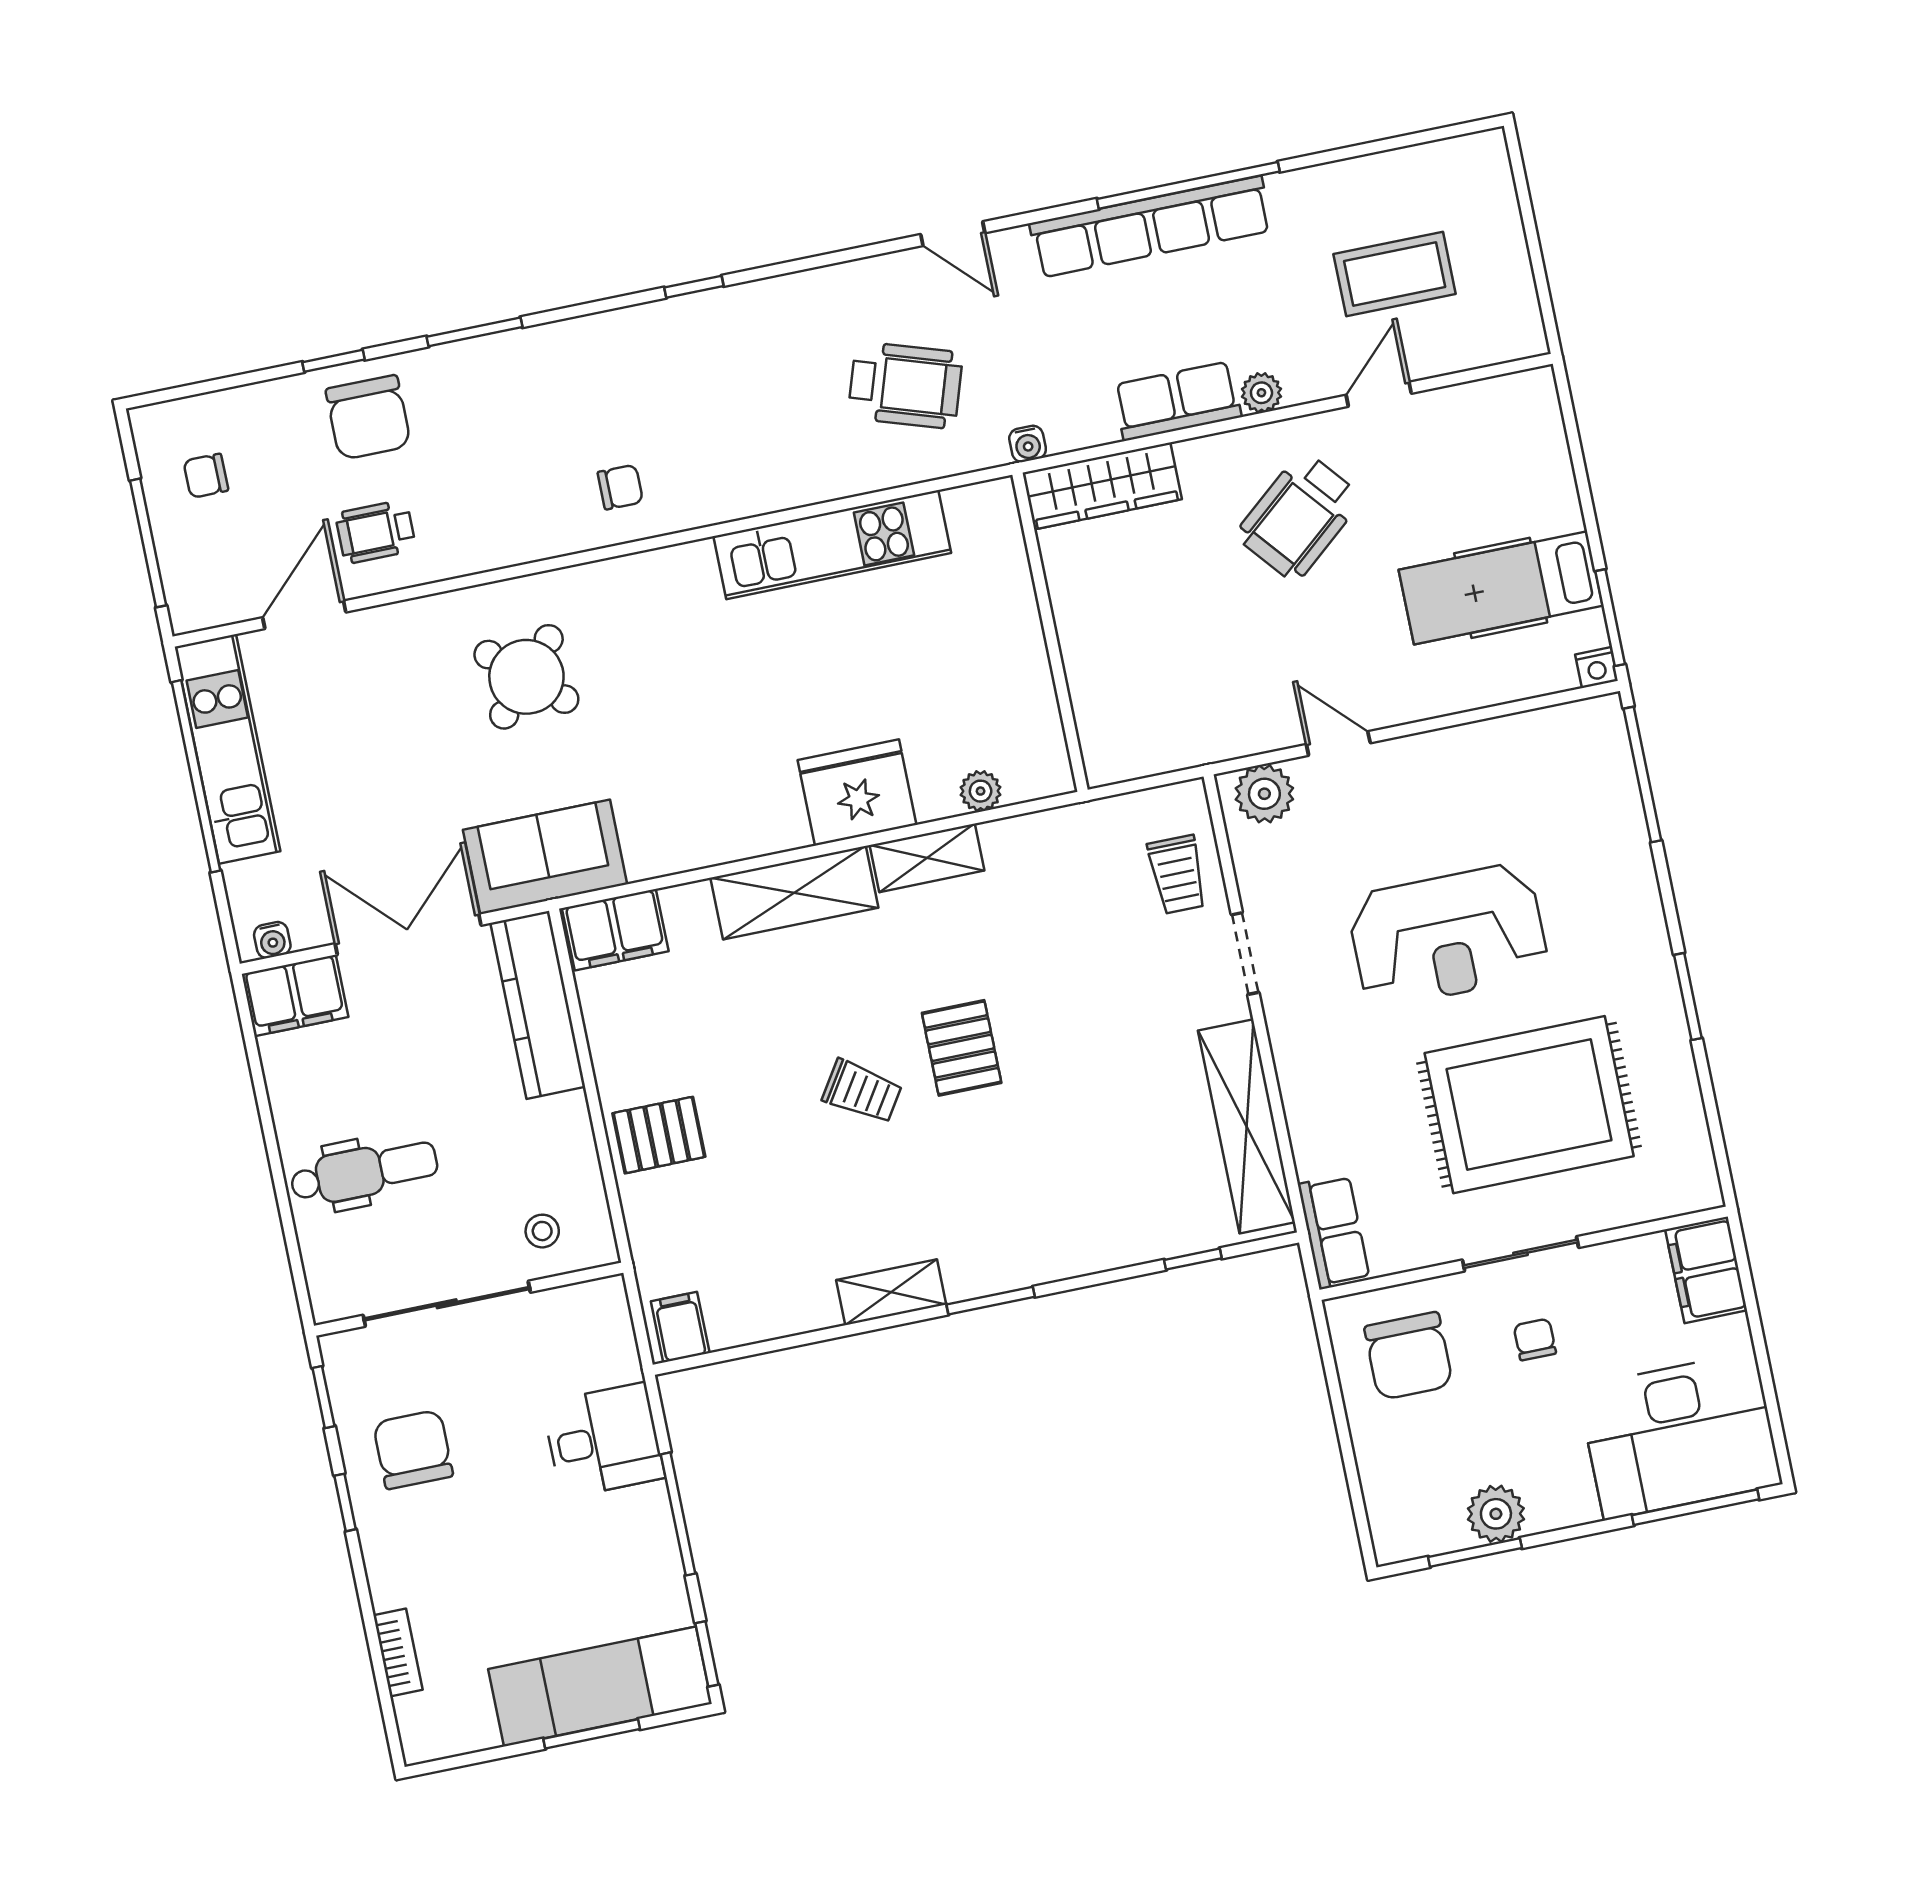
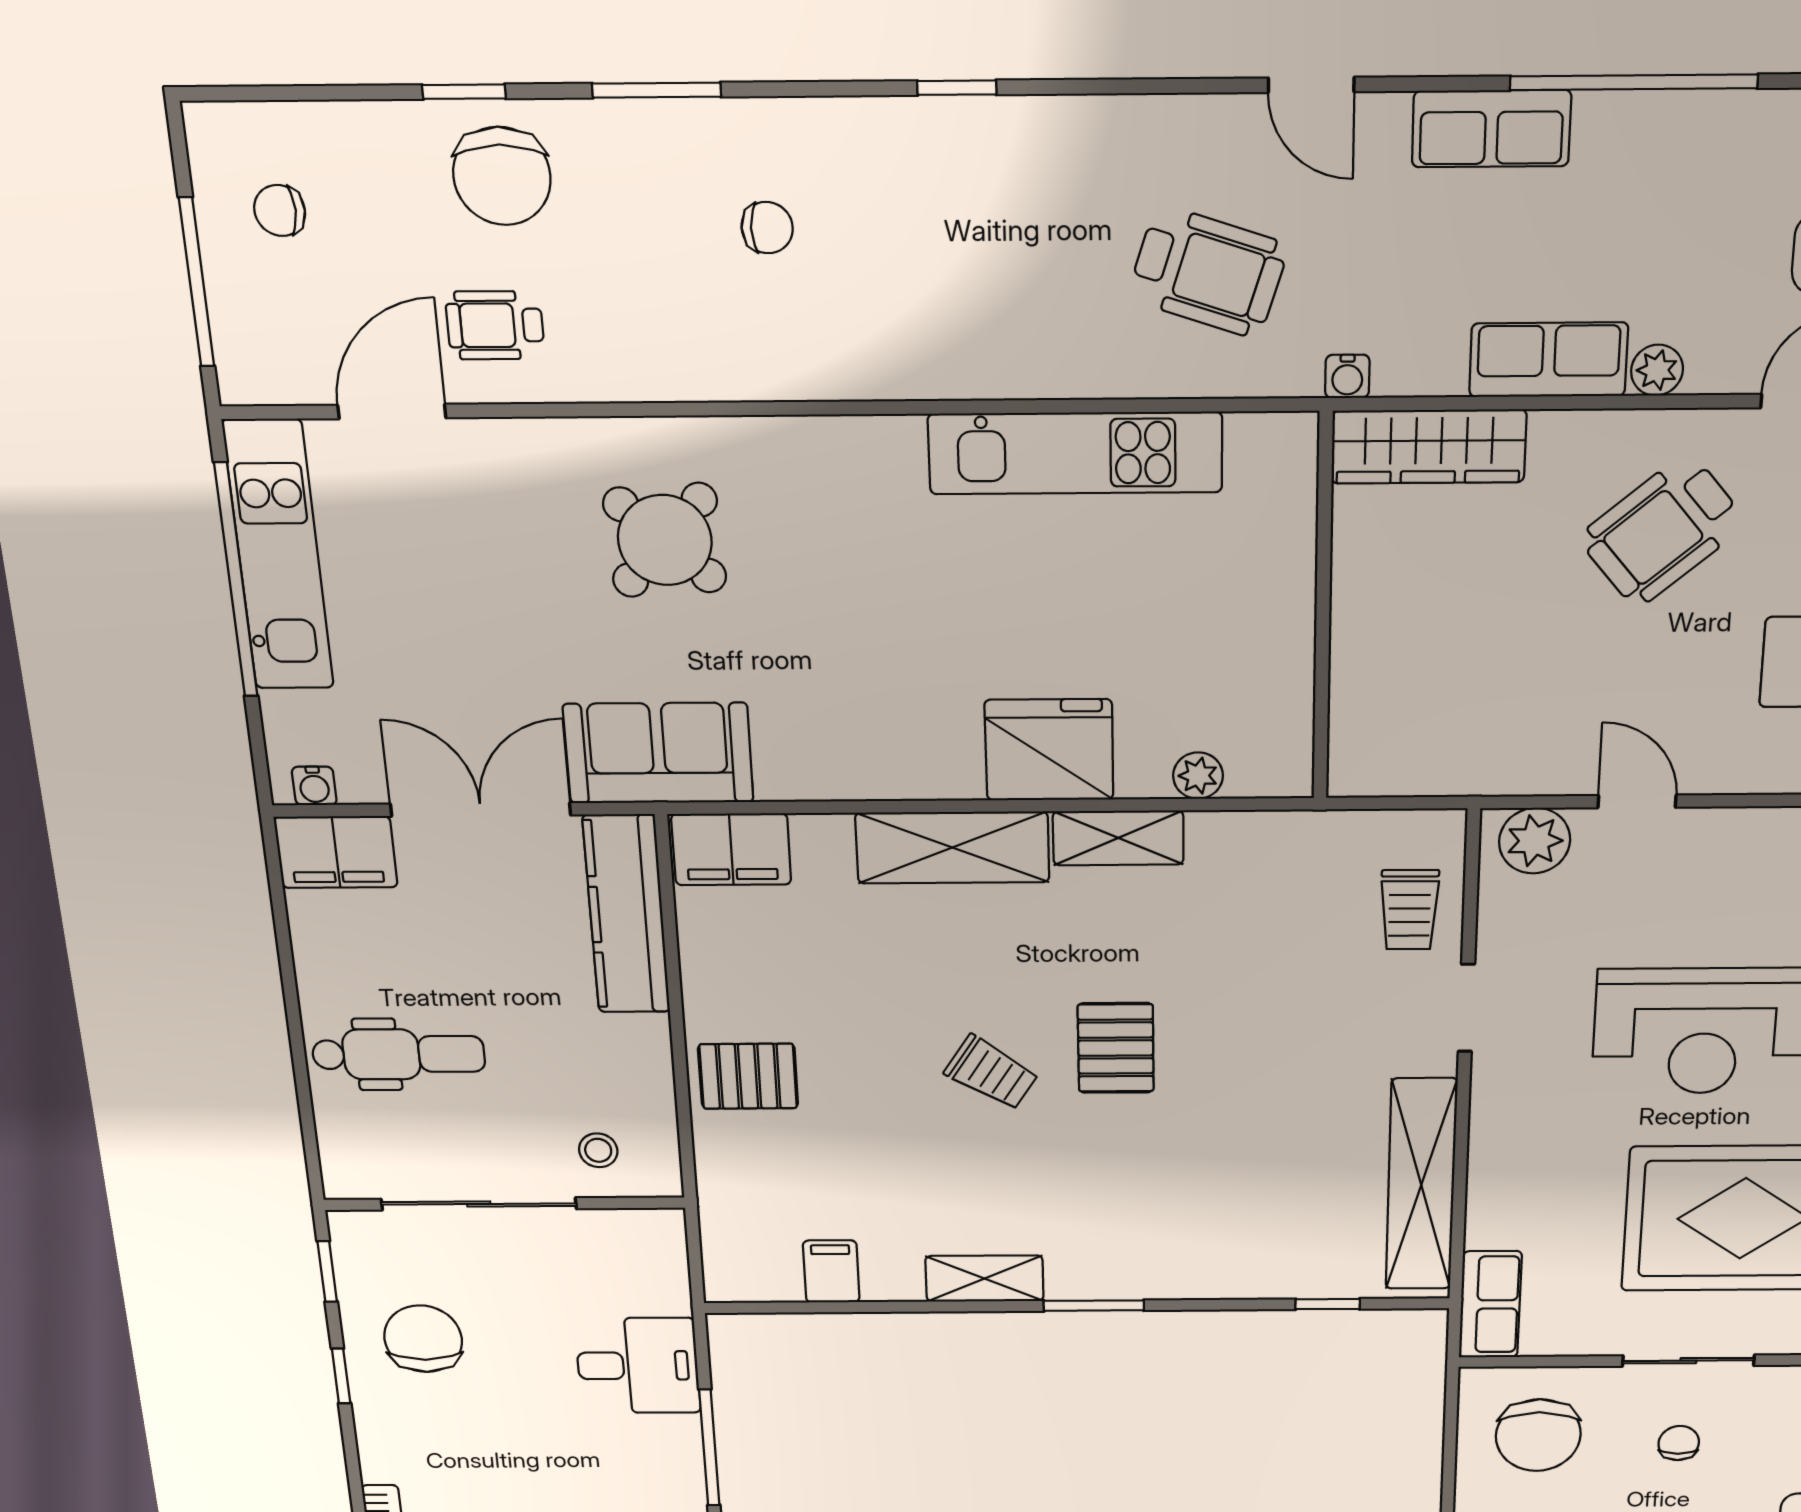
row of seats: (1151, 227) -> (1491, 129), width x0.50
chair: (620, 487) -> (767, 228), moved
filing cabinet: (680, 1327) -> (831, 1271), moved

